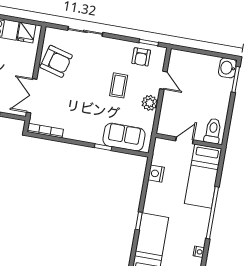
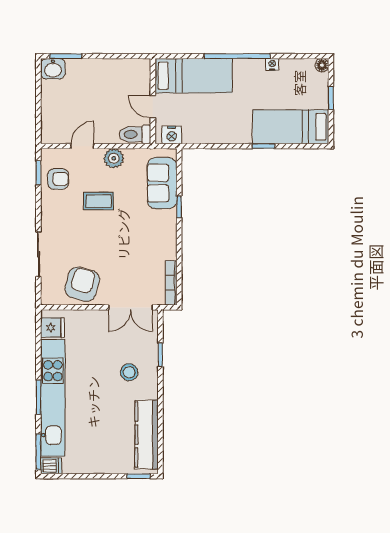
toilet: (213, 131) -> (135, 134), moved
nightstand: (156, 174) -> (172, 135), moved
nightstand: (199, 252) -> (272, 65), moved

